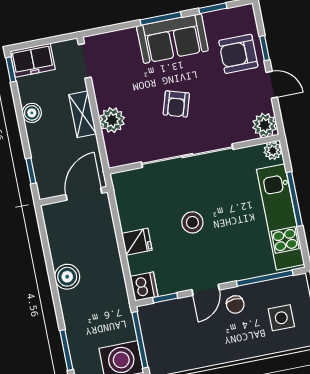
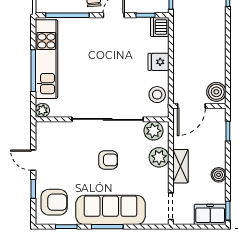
sofa: (172, 38) -> (110, 210), width x1.36
armchair: (238, 54) -> (54, 202), moved
armchair: (176, 104) -> (108, 160), turned 73
plant: (265, 125) -> (154, 131), moved
stool: (192, 222) -> (157, 95), moved
boiler: (67, 277) -> (216, 92), moved

